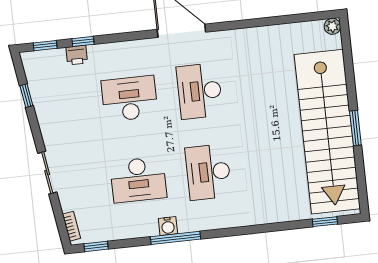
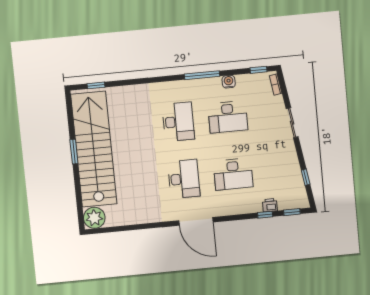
plant: (332, 26) -> (94, 218), width x1.87, depth x1.87
desk: (138, 180) -> (228, 117), turned 180
water cooler: (168, 226) -> (229, 82), moved

